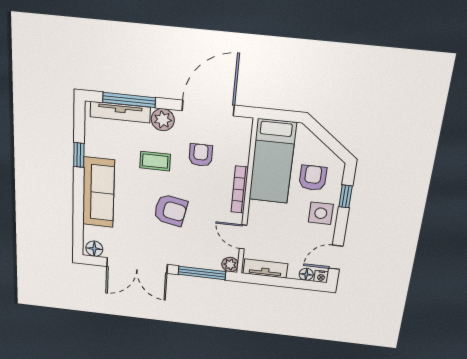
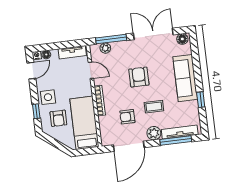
armchair: (201, 155) -> (127, 117), turned 90
armchair: (170, 210) -> (139, 77), turned 79
plant: (230, 265) -> (105, 48), moved

